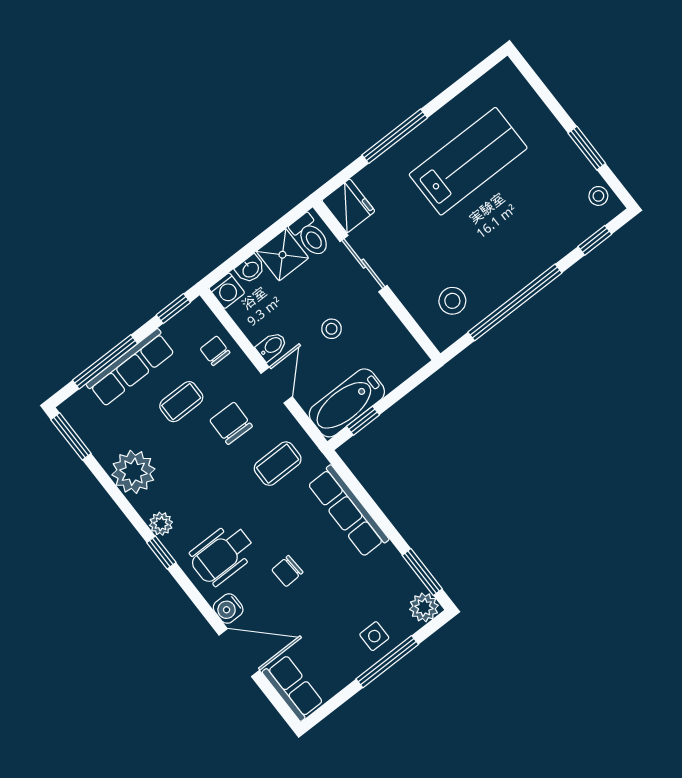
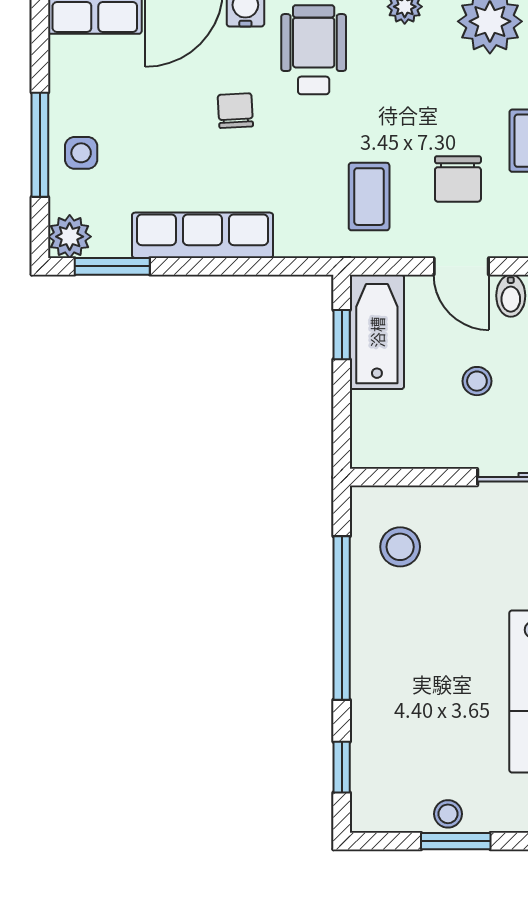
stool: (598, 196) -> (448, 814), moved
chair: (231, 423) -> (458, 179), turned 89
row of seats: (348, 511) -> (202, 235), moved

